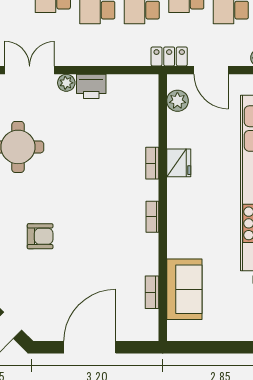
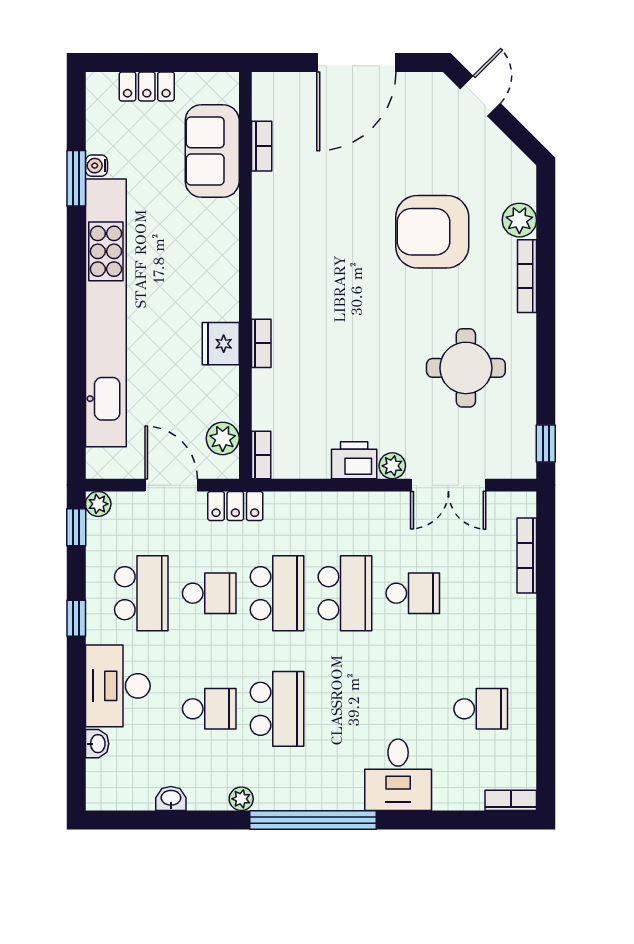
bookcase: (152, 217) -> (261, 455), moved
armchair: (40, 236) -> (432, 232), width x1.88, depth x1.88
locker: (227, 331) -> (147, 87), added

